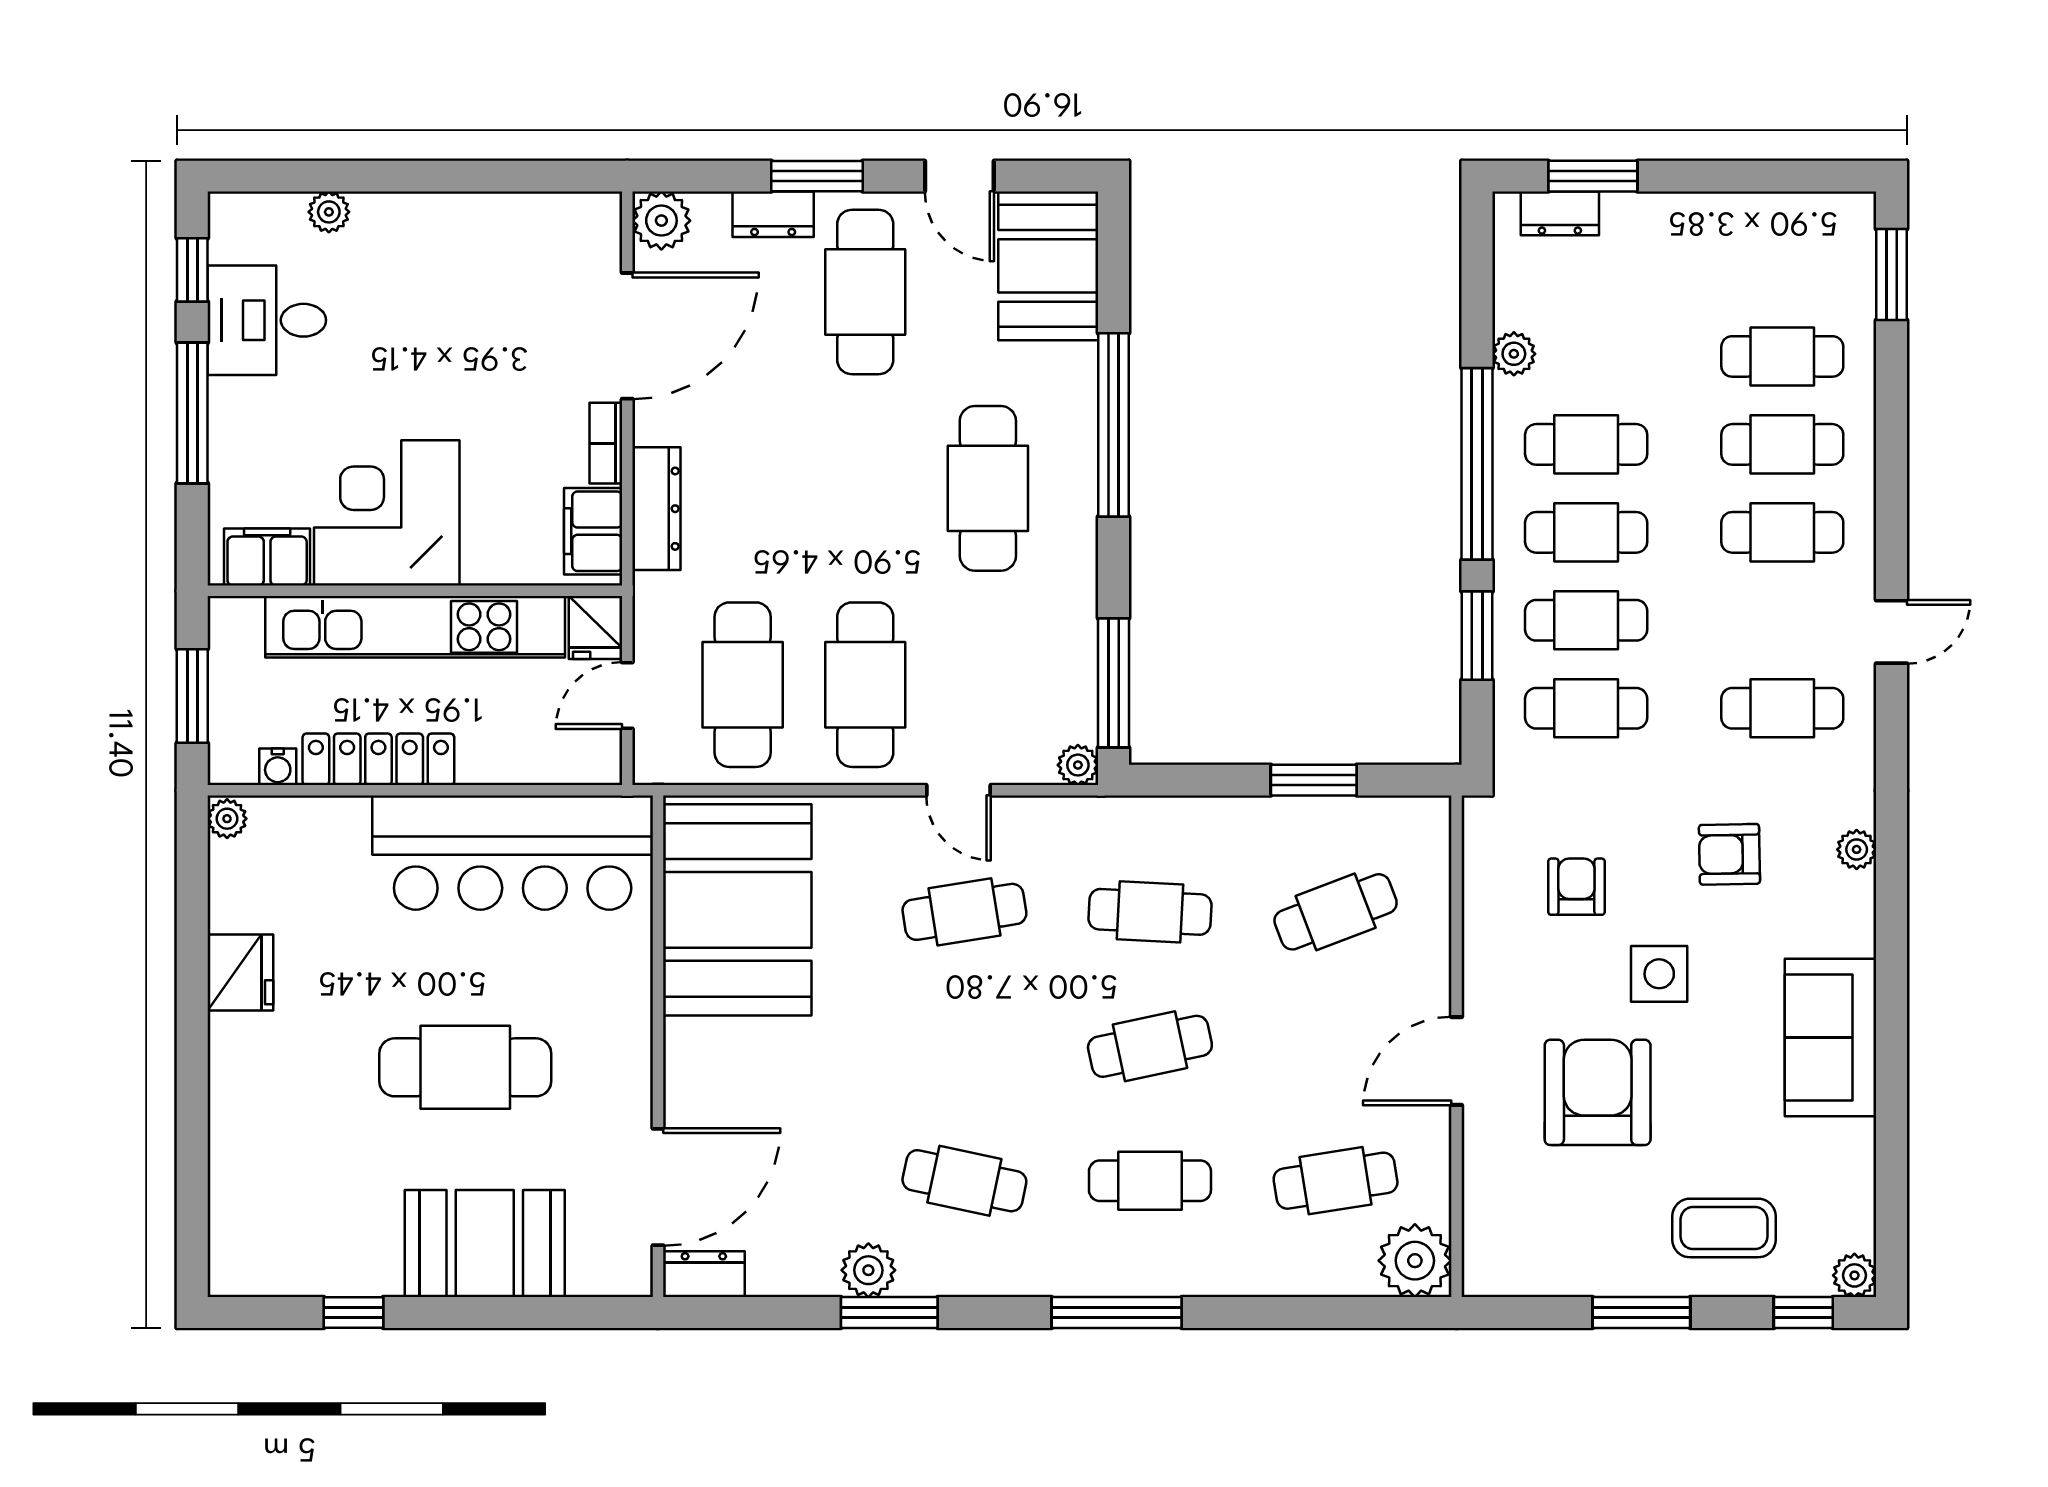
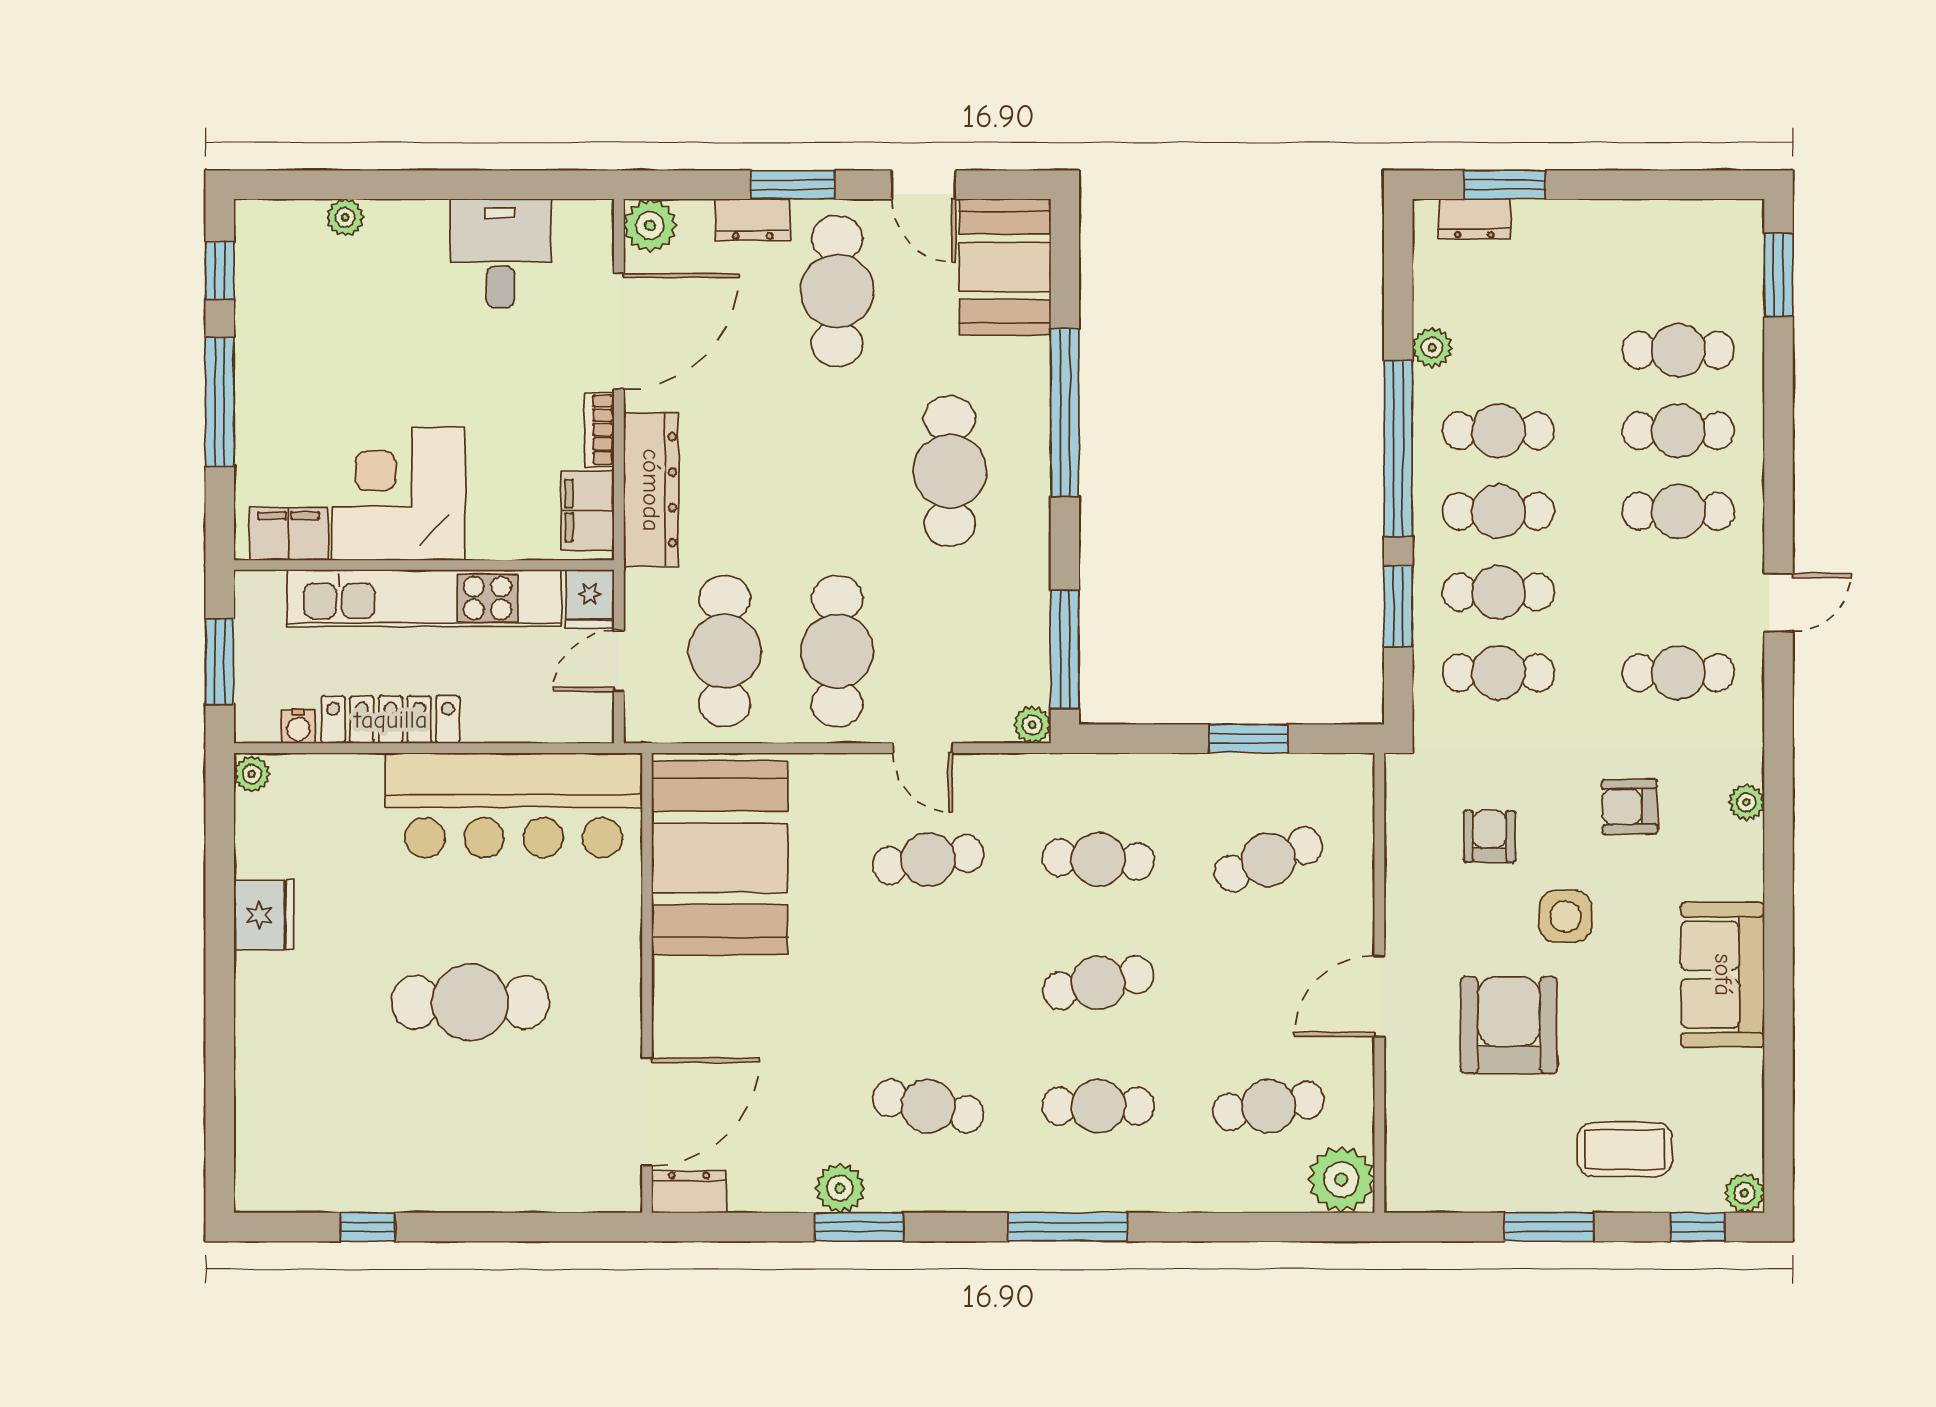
desk: (267, 320) -> (500, 253), moved, turned 90
dresser: (656, 509) -> (651, 490), width x1.37, depth x1.24
booth: (485, 1243) -> (488, 1164), removed

